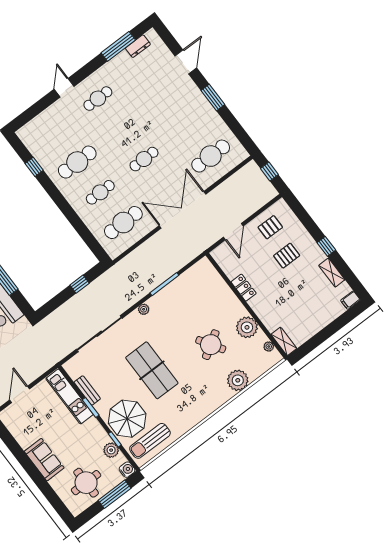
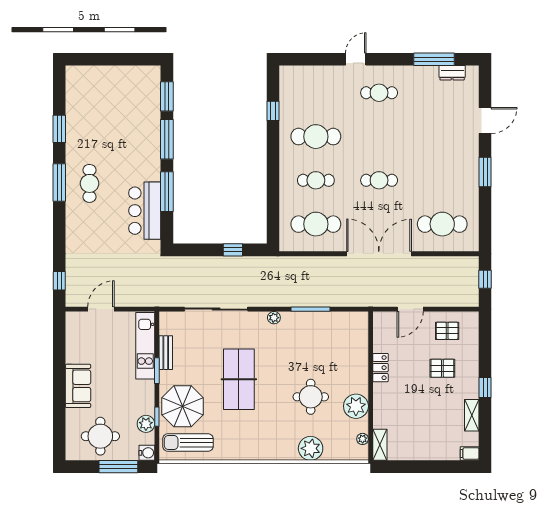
round table: (211, 345) -> (311, 397), turned 32

